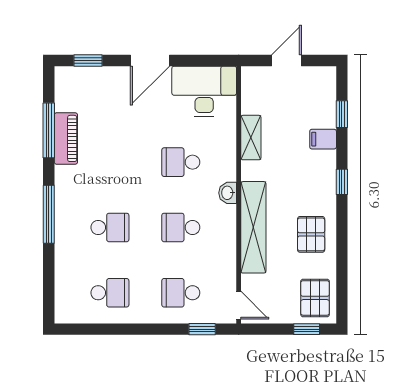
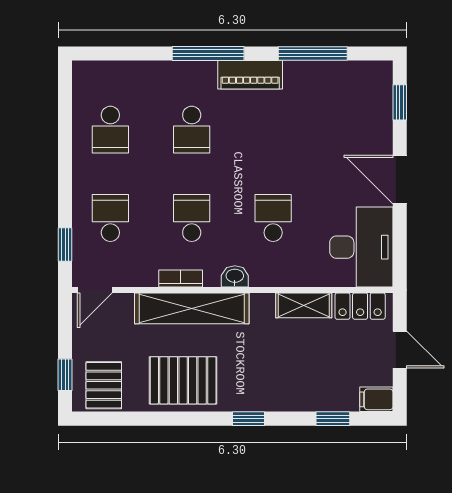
locker: (252, 92) -> (360, 306), added
piano: (66, 138) -> (250, 75), moved
filing cabinet: (323, 139) -> (376, 399), moved, turned -90
pallet: (311, 234) -> (183, 380), width x1.50, depth x1.42
bookcase: (229, 236) -> (181, 279), added
pallet: (315, 298) -> (104, 385), turned 90

